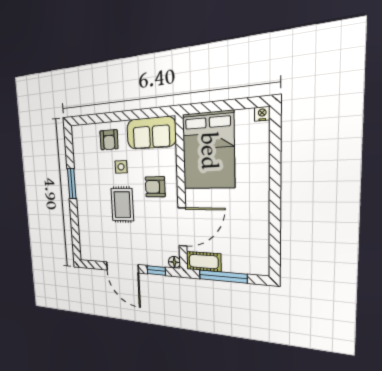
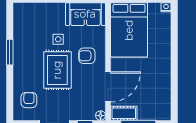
armchair: (109, 140) -> (29, 100), moved, turned 180
rug: (122, 205) -> (57, 70), width x1.36, depth x1.43

